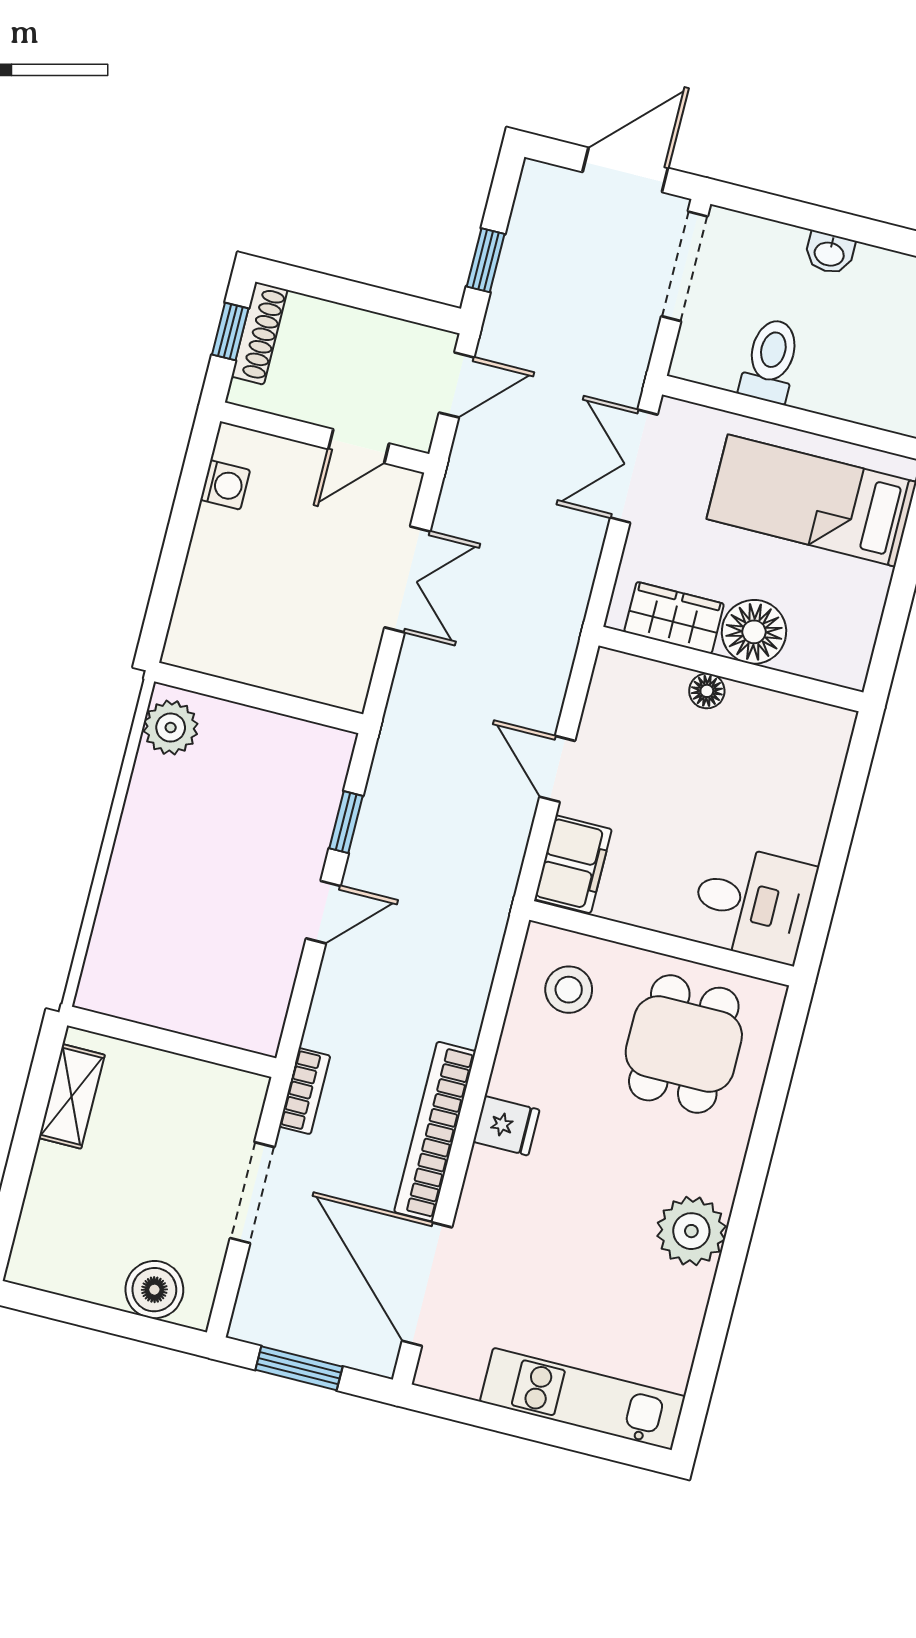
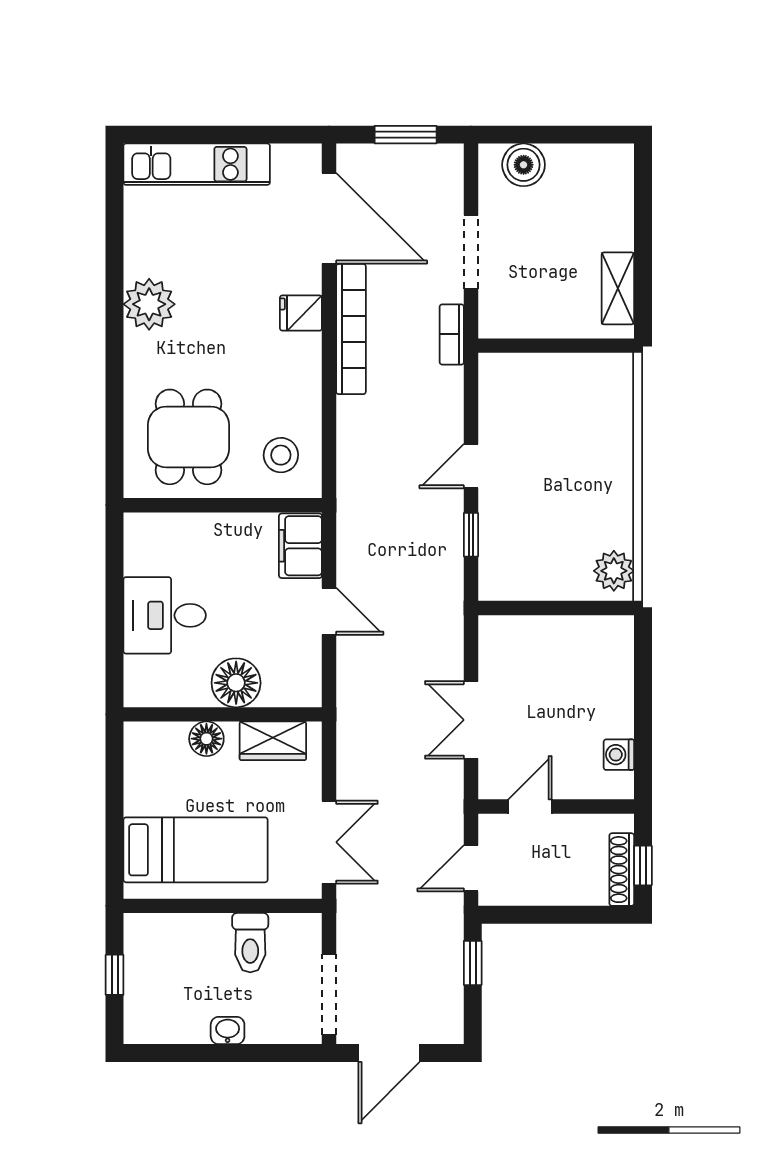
floor lamp: (754, 632) -> (206, 739), width x0.73, depth x0.73
floor lamp: (707, 691) -> (236, 683), width x1.89, depth x1.89
desk: (753, 903) -> (165, 615), moved
fridge: (506, 1126) -> (301, 313), moved

